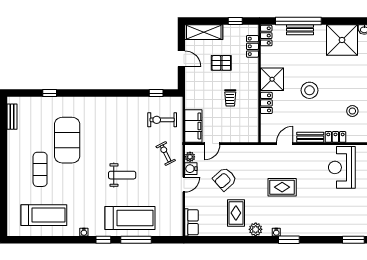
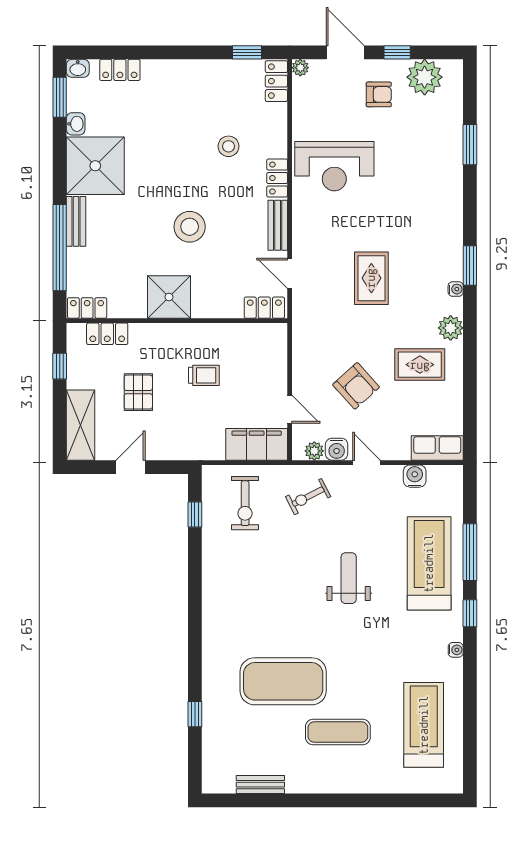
bench: (300, 30) -> (76, 221), moved
locker: (266, 103) -> (264, 308), moved
bench: (12, 117) -> (260, 785), moved
water cooler: (177, 210) -> (415, 476), added

